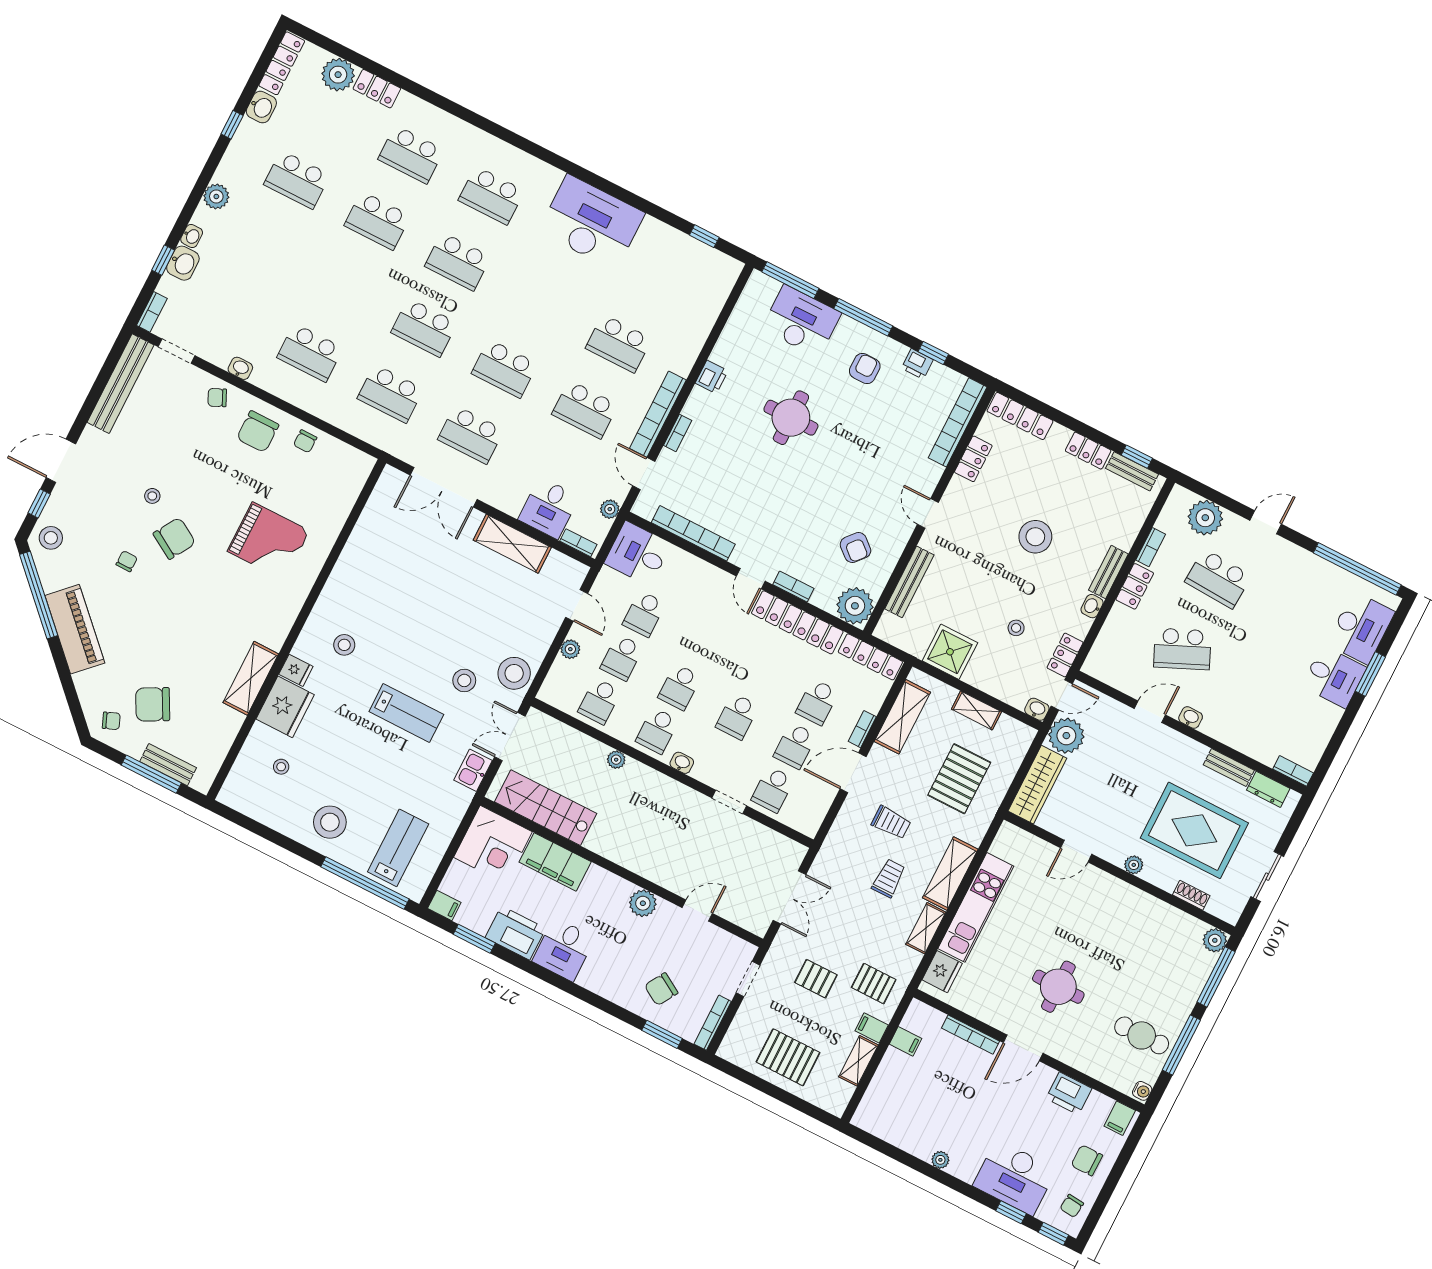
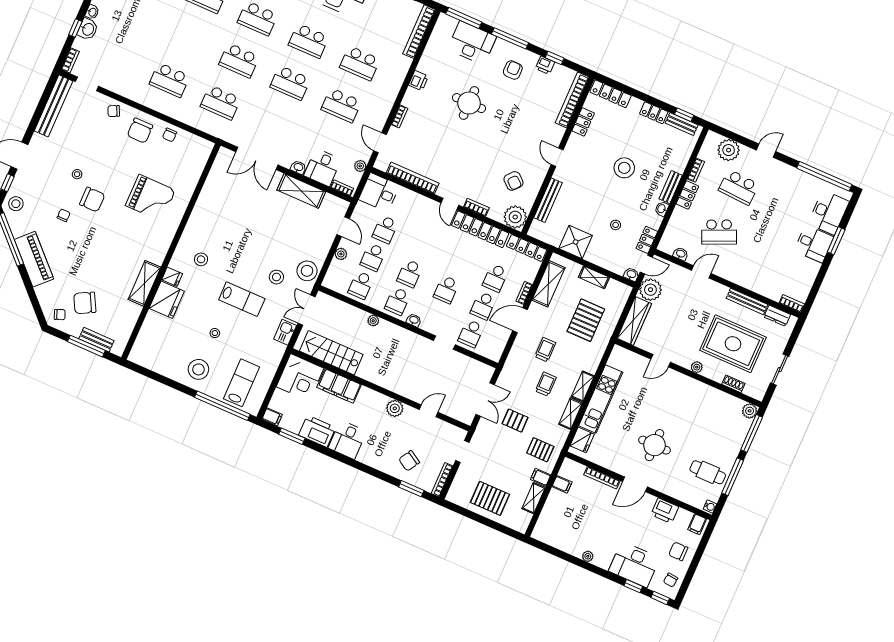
washbasin: (240, 368) -> (298, 167), moved
bookcase: (658, 414) -> (419, 32), moved
school desk: (471, 435) -> (309, 41), moved
chair: (174, 538) -> (92, 200), turned 59
washbasin: (1191, 718) -> (681, 254), moved
stool: (281, 767) -> (215, 333), moved
bench: (1229, 768) -> (747, 301), width x1.36
trolley: (891, 822) -> (545, 350), turned -90
shelving: (950, 873) -> (583, 386), width x0.67, depth x0.75
pallet: (816, 979) -> (515, 421), moved

